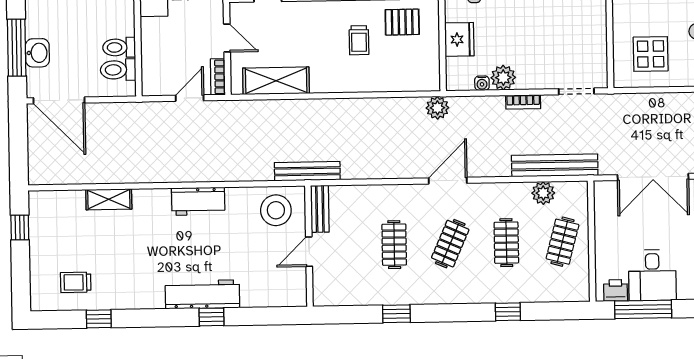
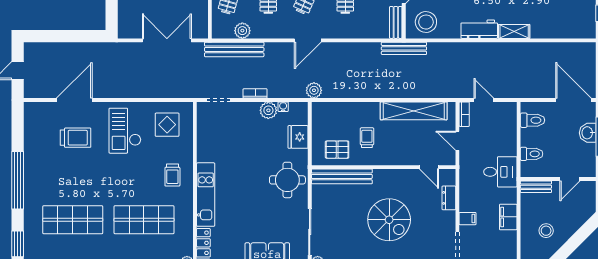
toilet: (119, 47) -> (532, 154), moved
shelving: (276, 81) -> (414, 111), width x1.47
door: (190, 98) -> (484, 100), swing flipped
shelving: (109, 199) -> (514, 31), moved

